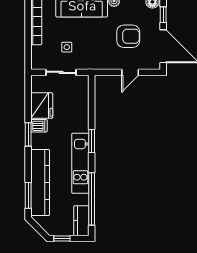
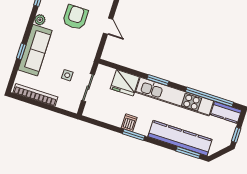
fridge: (42, 106) -> (125, 83), moved, turned 180
kitchen unit: (80, 163) -> (175, 97), width x1.36

